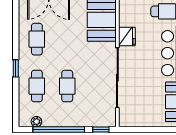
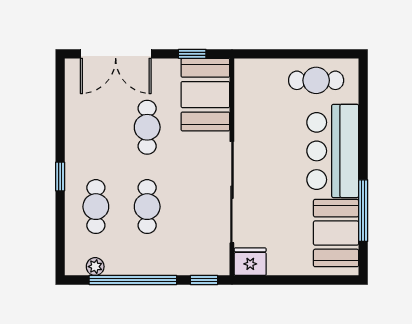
fridge: (127, 36) -> (250, 262), moved, turned -90
cafe table: (37, 39) -> (147, 127), moved

